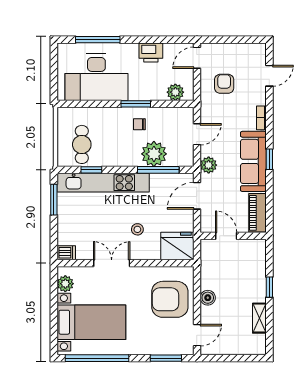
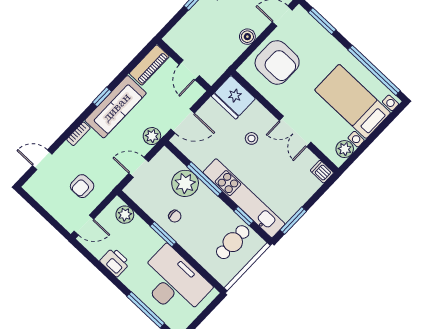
window: (158, 170) -> (204, 179), moved

